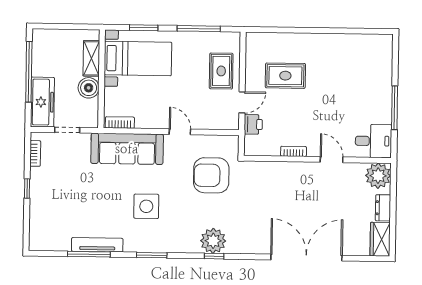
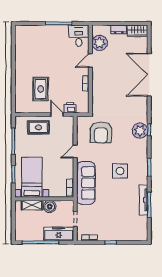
plant: (378, 176) -> (100, 43), moved

